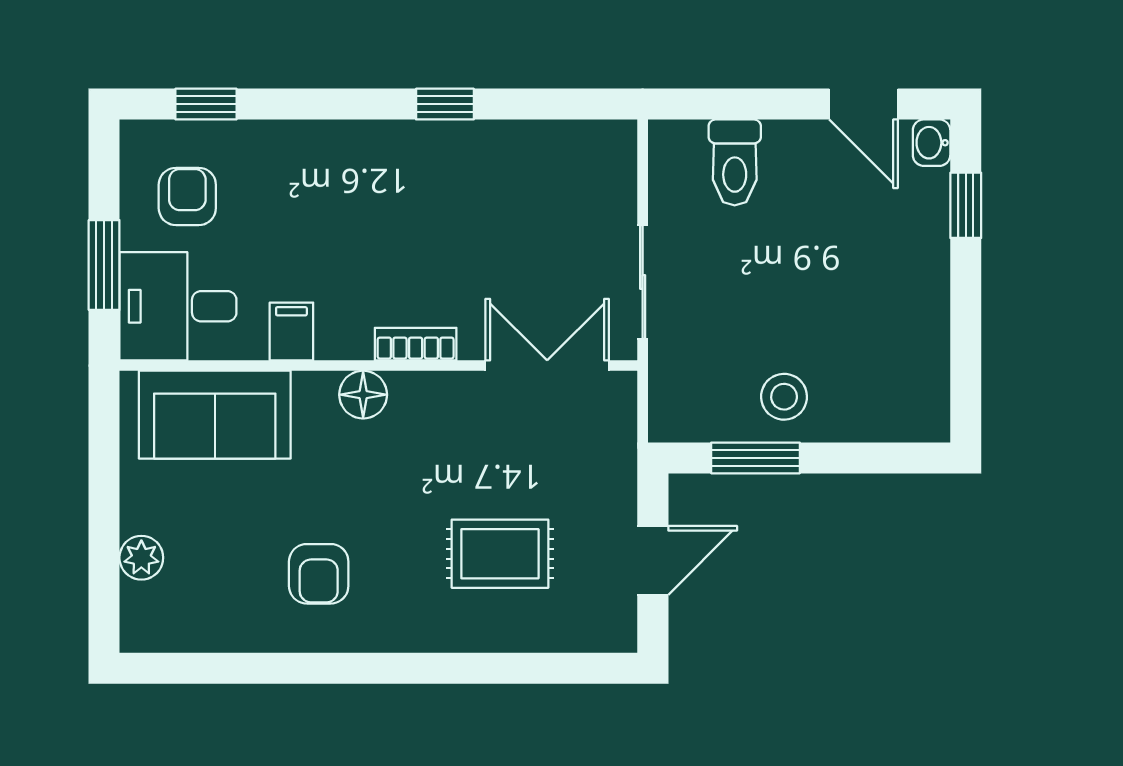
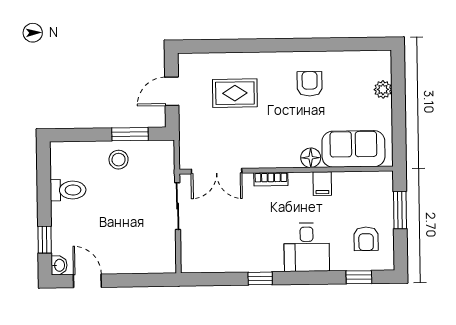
toilet: (735, 162) -> (68, 190), moved, turned 90
desk: (178, 306) -> (307, 247), moved, turned 90
floor lamp: (363, 395) -> (311, 158), moved

